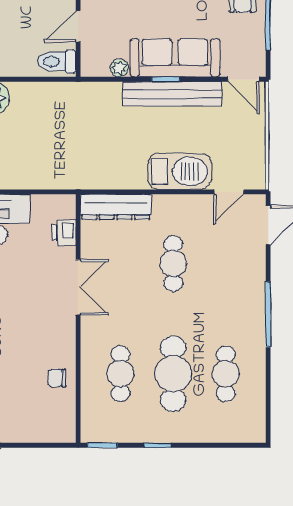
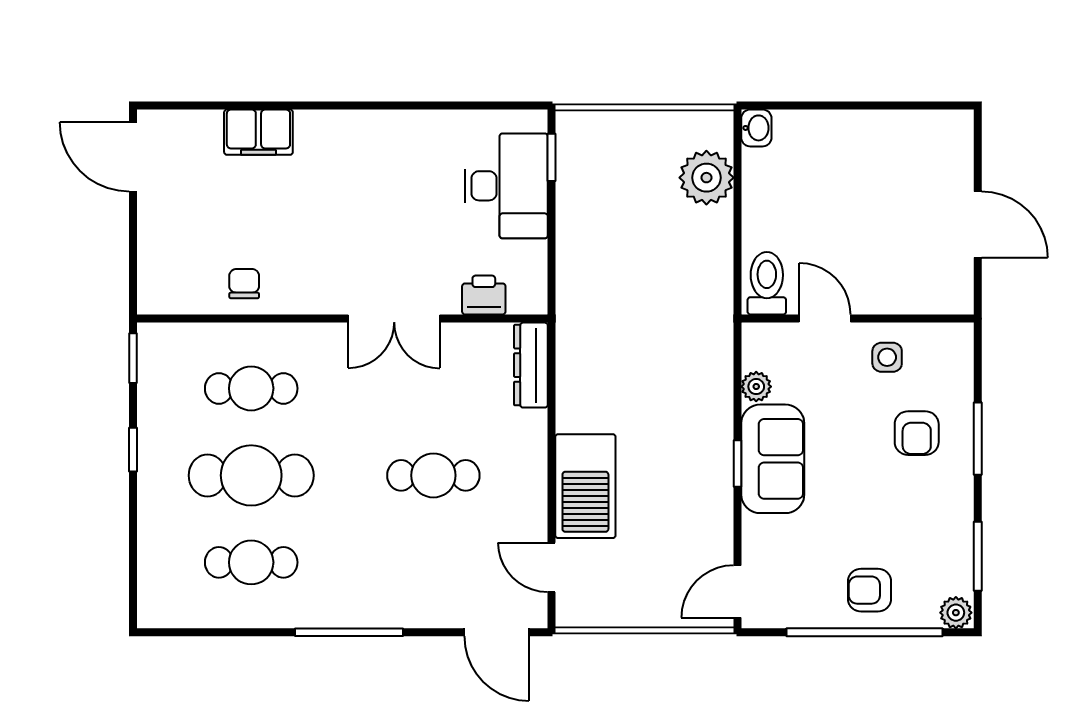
sofa: (175, 58) -> (773, 459), width x0.73
bench: (172, 94) -> (713, 474), removed
dresser: (116, 207) -> (531, 365), width x0.73, depth x0.80

